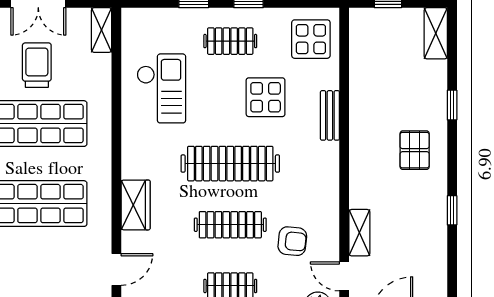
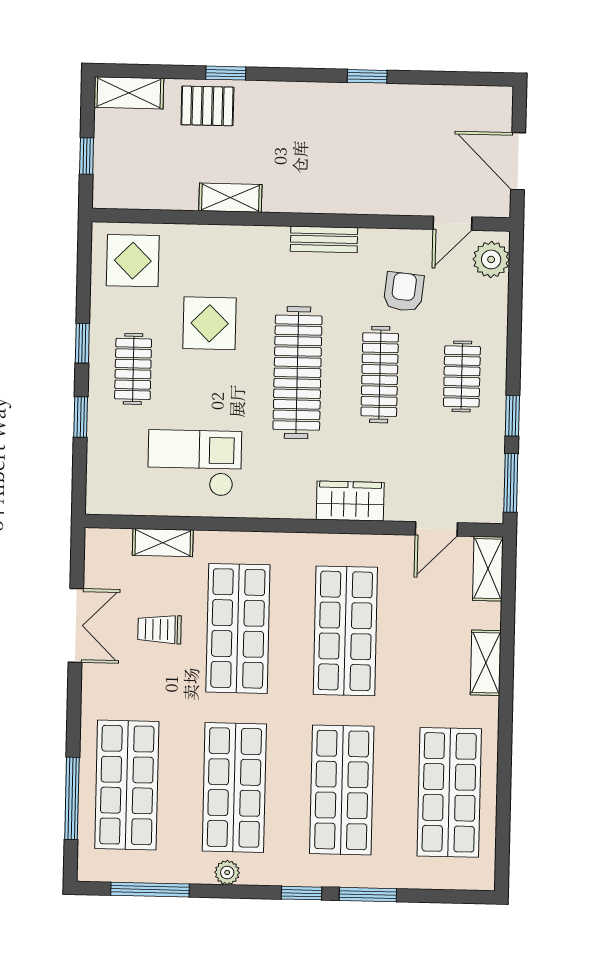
shelving: (102, 30) -> (163, 543), moved
trolley: (37, 65) -> (159, 629), width x0.73, depth x0.72
bench: (330, 115) -> (324, 239), moved
pallet: (415, 150) -> (207, 106), moved
shelving: (359, 233) -> (230, 198), moved
door: (116, 270) -> (436, 529), swing flipped

